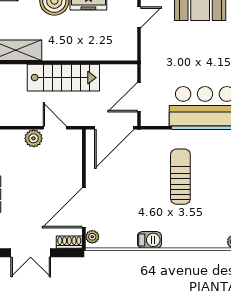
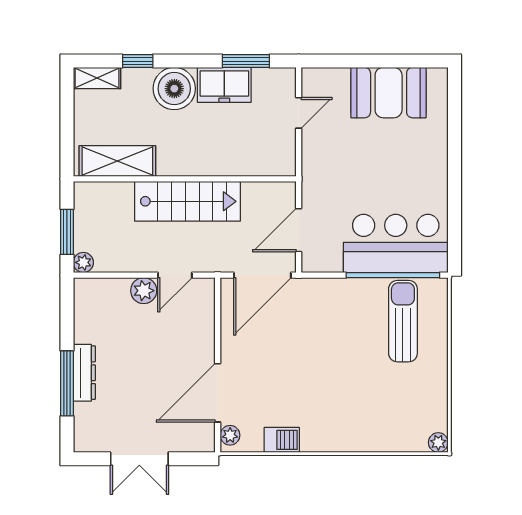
door: (55, 128) -> (175, 275), swing flipped
sun lounger: (180, 177) -> (403, 321), moved
barbecue: (149, 240) -> (282, 440), moved
shoe rack: (69, 242) -> (196, 443), removed

